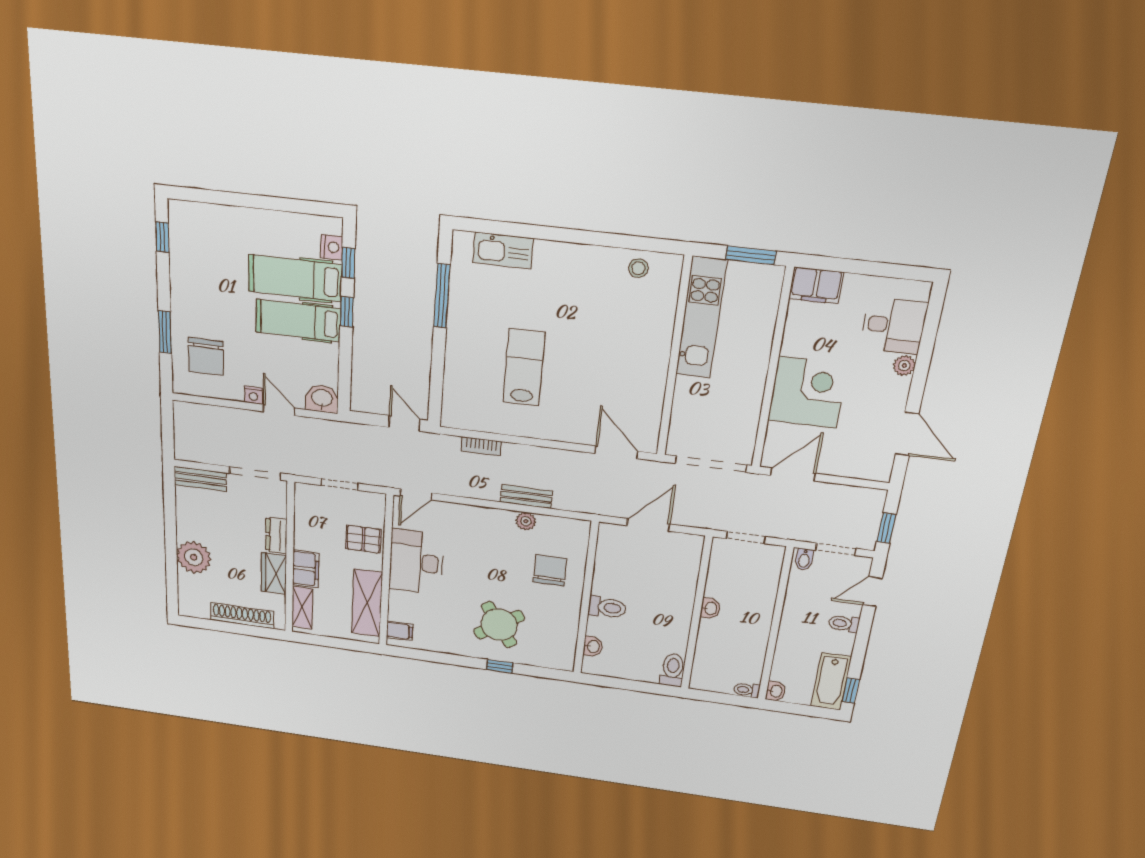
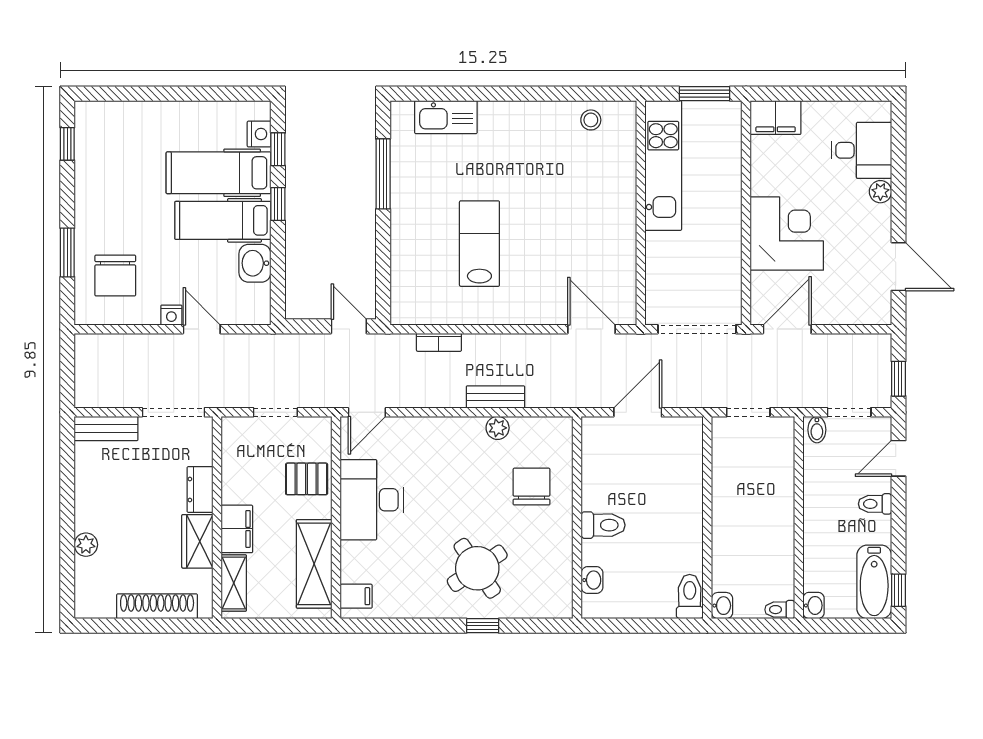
washbasin: (322, 399) -> (255, 263), moved, turned -90
plant: (194, 557) -> (86, 545), width x0.53, depth x0.53
washbasin: (710, 608) -> (722, 606), moved

